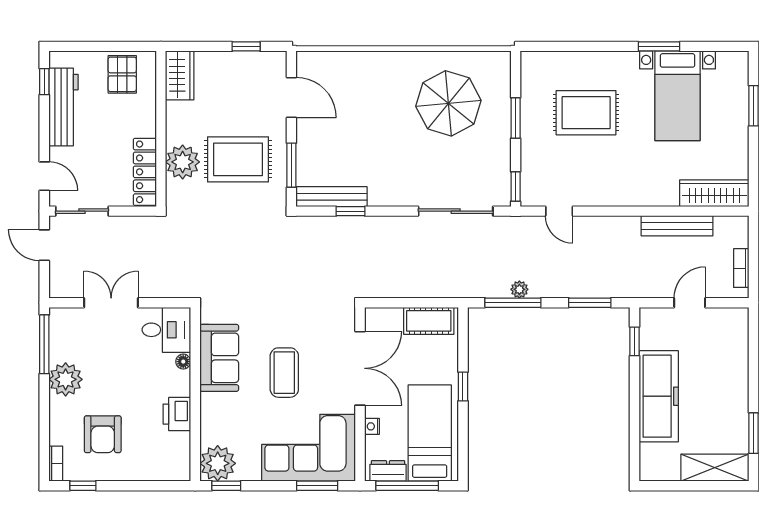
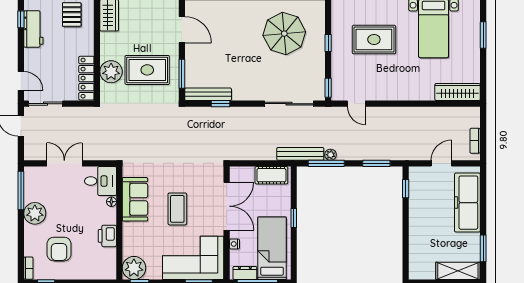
workbench: (63, 107) -> (33, 29), width x0.73
window: (516, 118) -> (328, 43), width x0.67
bench: (677, 226) -> (300, 154), moved
freezer: (659, 396) -> (467, 203), moved, turned 180

